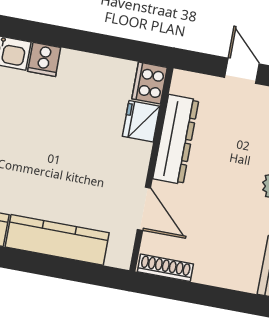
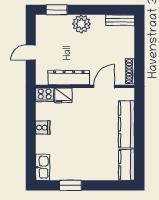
cooker: (44, 59) -> (43, 128), moved

